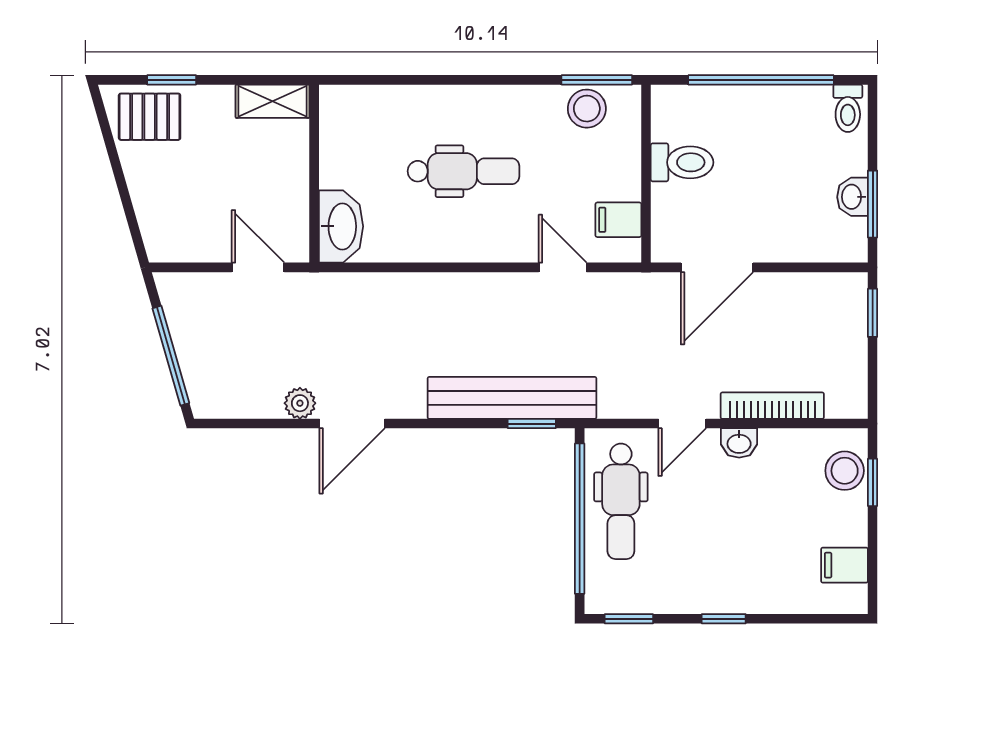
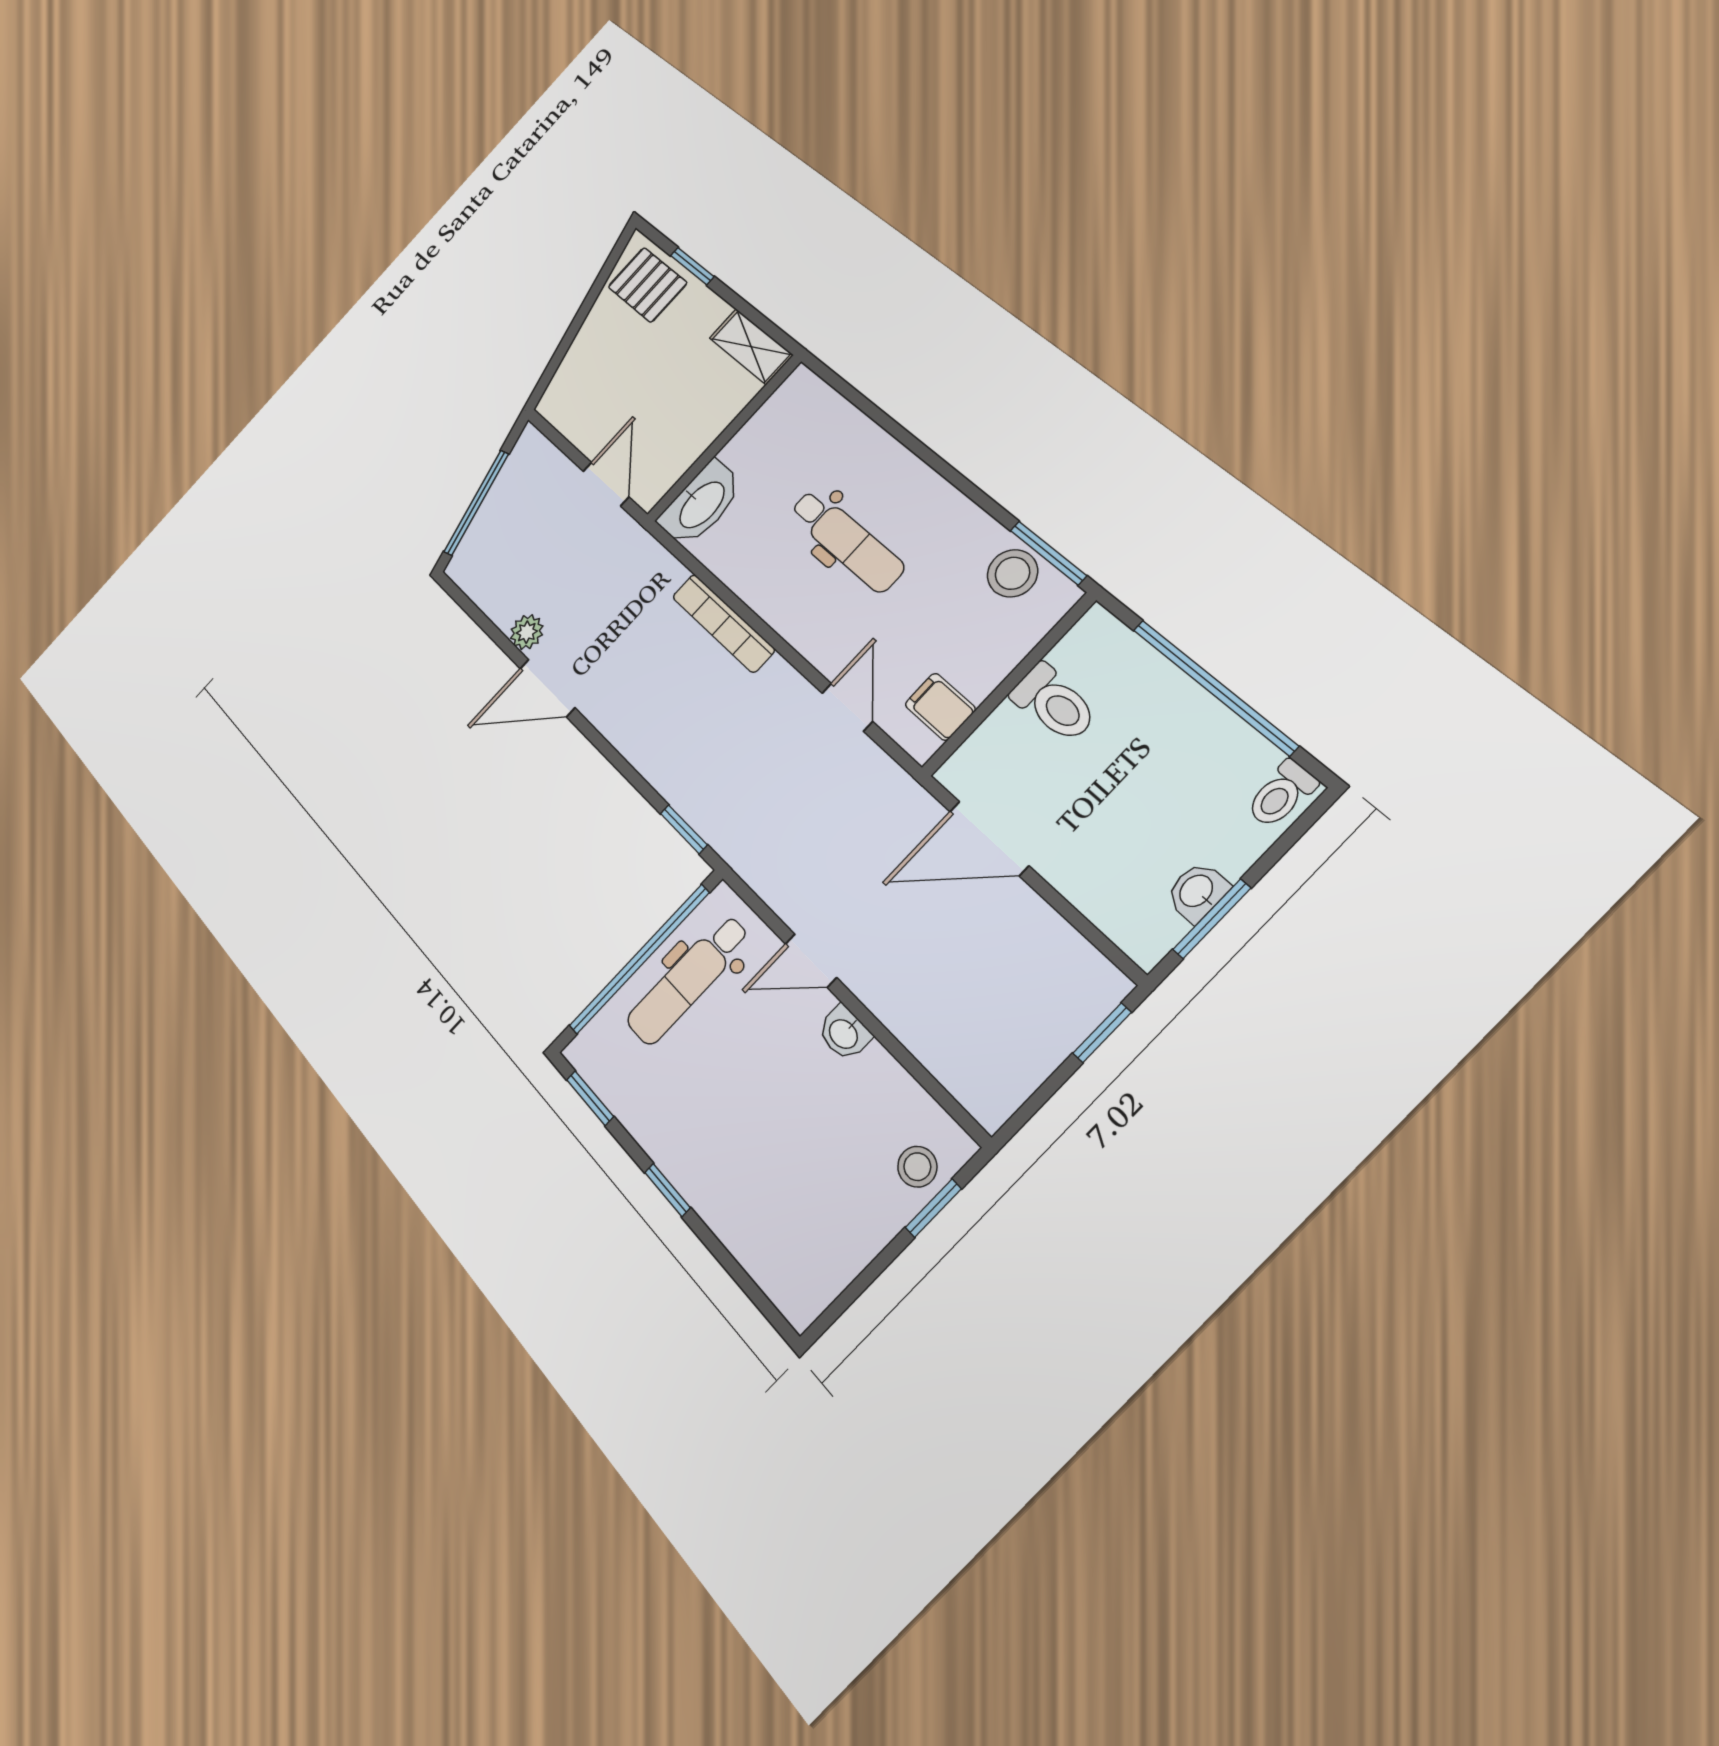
bench: (512, 398) -> (690, 789), removed
bookcase: (772, 406) -> (723, 623), moved, turned 180
stool: (845, 471) -> (917, 1167), width x0.73, depth x0.73
filing cabinet: (844, 565) -> (825, 1262), removed

